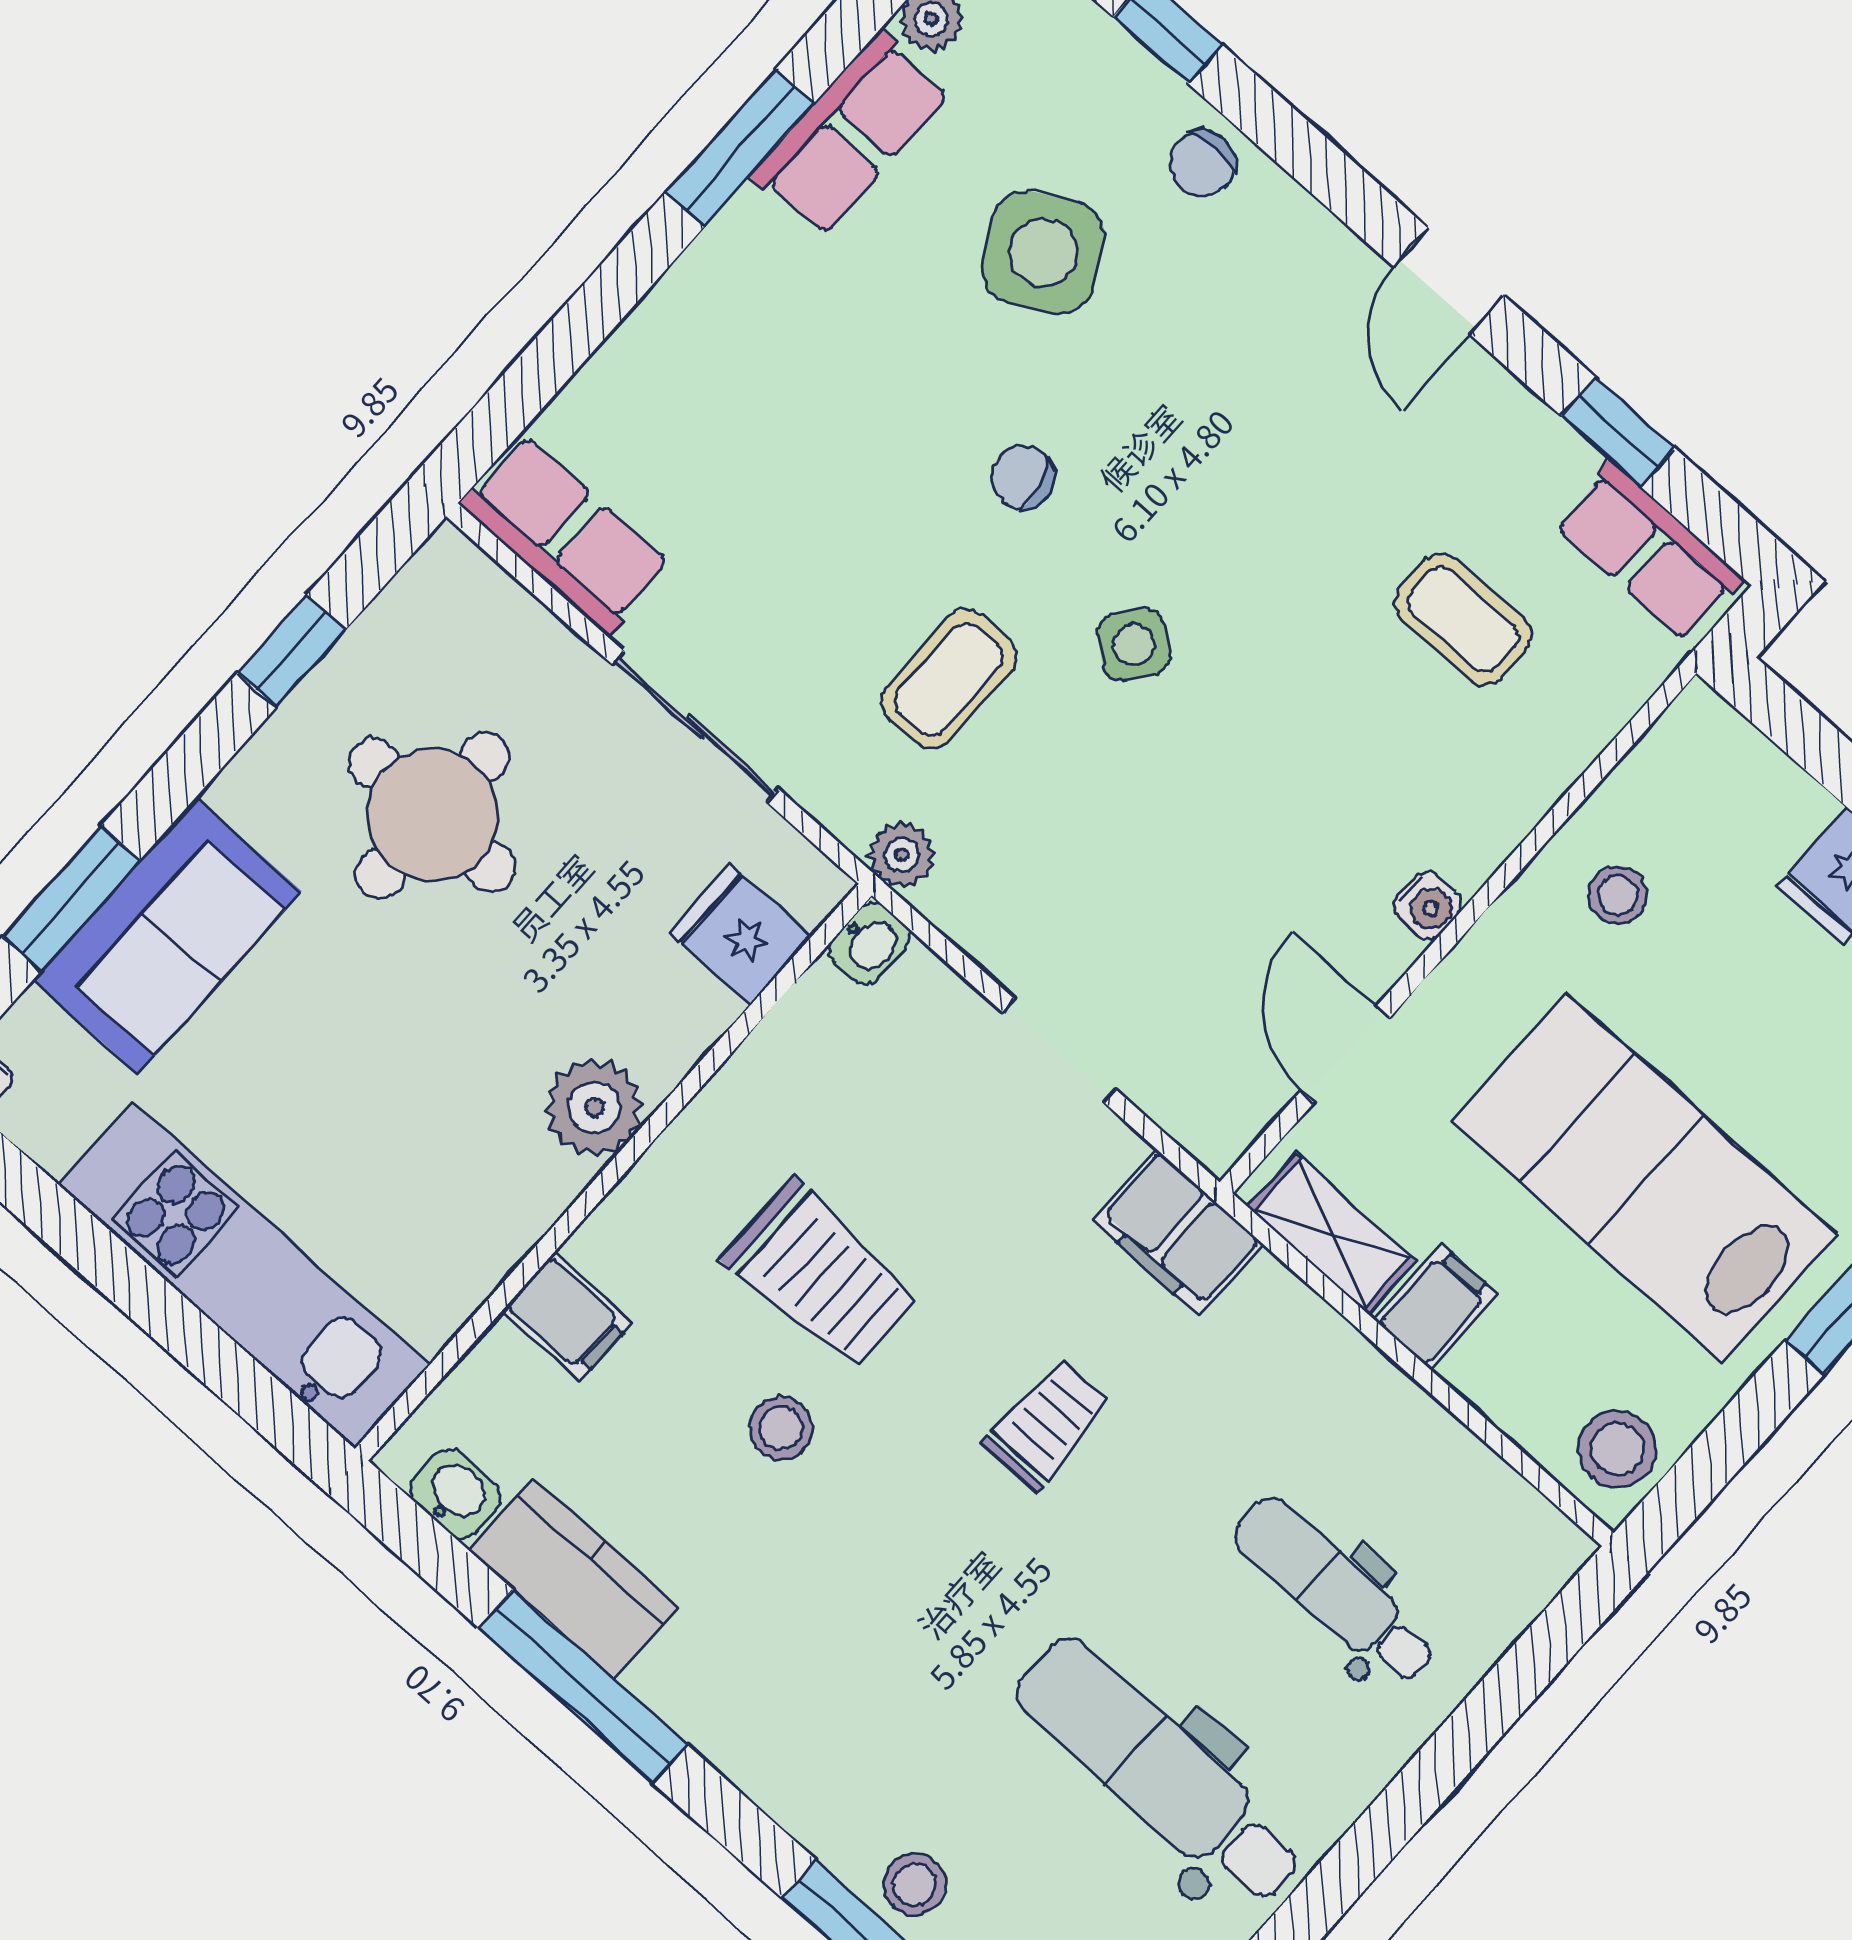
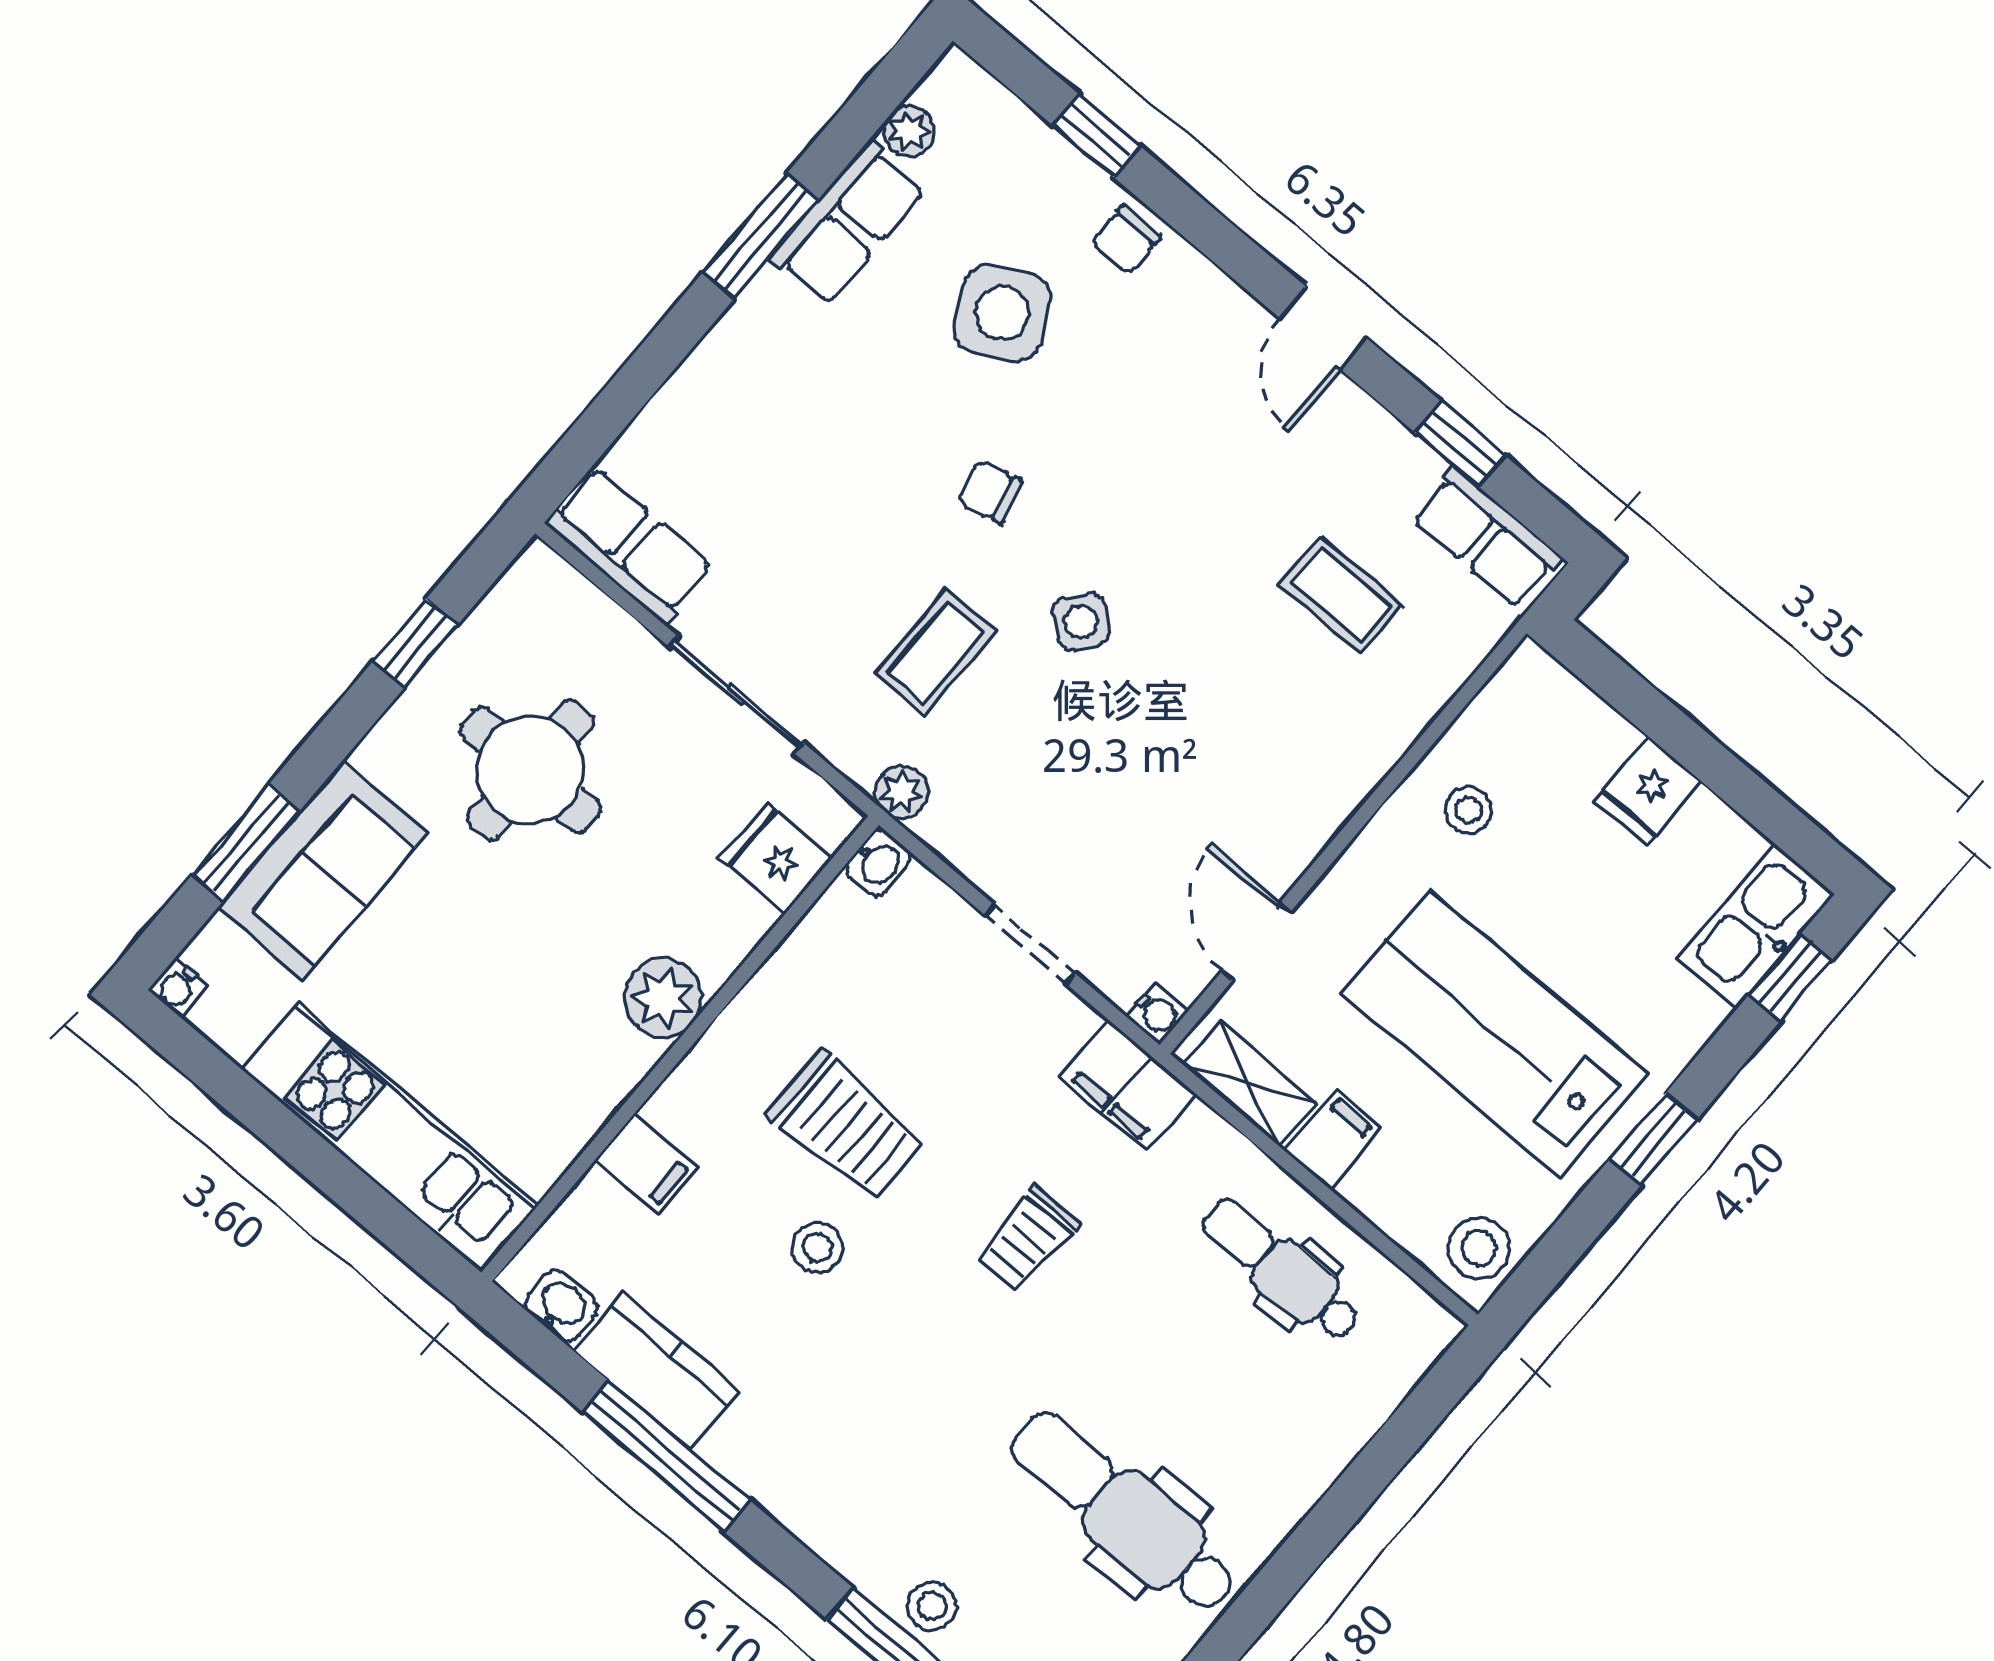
water cooler: (1428, 906) -> (1157, 1013), moved
trolley: (1047, 1424) -> (1028, 1240), turned 180
dental chair: (1335, 1591) -> (1281, 1270), moved

